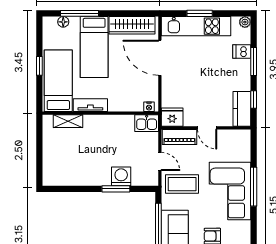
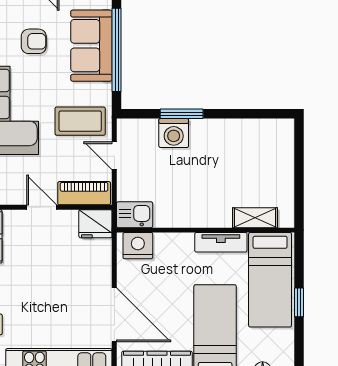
nightstand: (149, 107) -> (138, 246), width x1.89, depth x1.79

